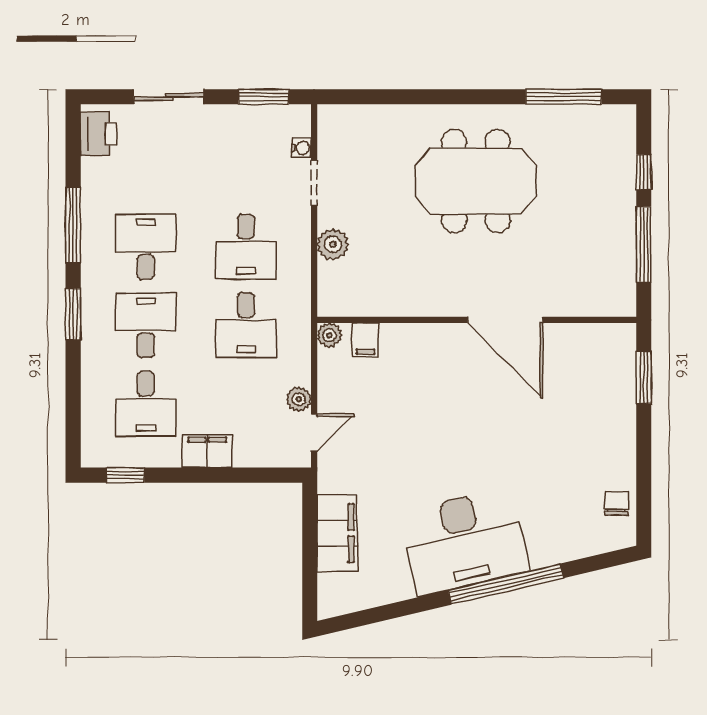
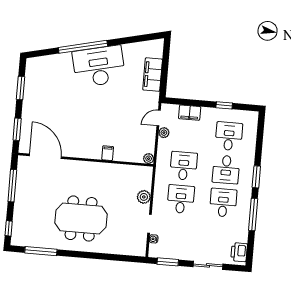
window: (644, 172) -> (9, 228), moved
desk: (146, 247) -> (223, 203), turned 180
door: (505, 320) -> (45, 156), moved
filing cabinet: (365, 340) -> (108, 153), moved
filing cabinet: (207, 451) -> (190, 113), moved
window: (125, 475) -> (224, 105), moved
window: (644, 475) -> (21, 88), added
chair: (616, 503) -> (33, 77), removed

